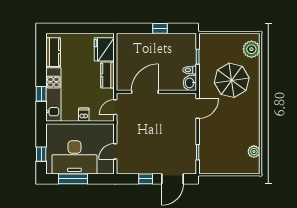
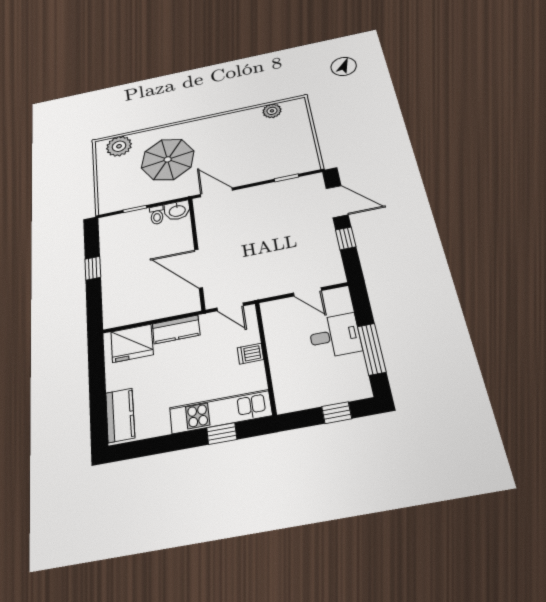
kitchen counter: (53, 52) -> (120, 415), moved, turned 90
desk: (74, 157) -> (335, 336), width x0.53, depth x0.77

